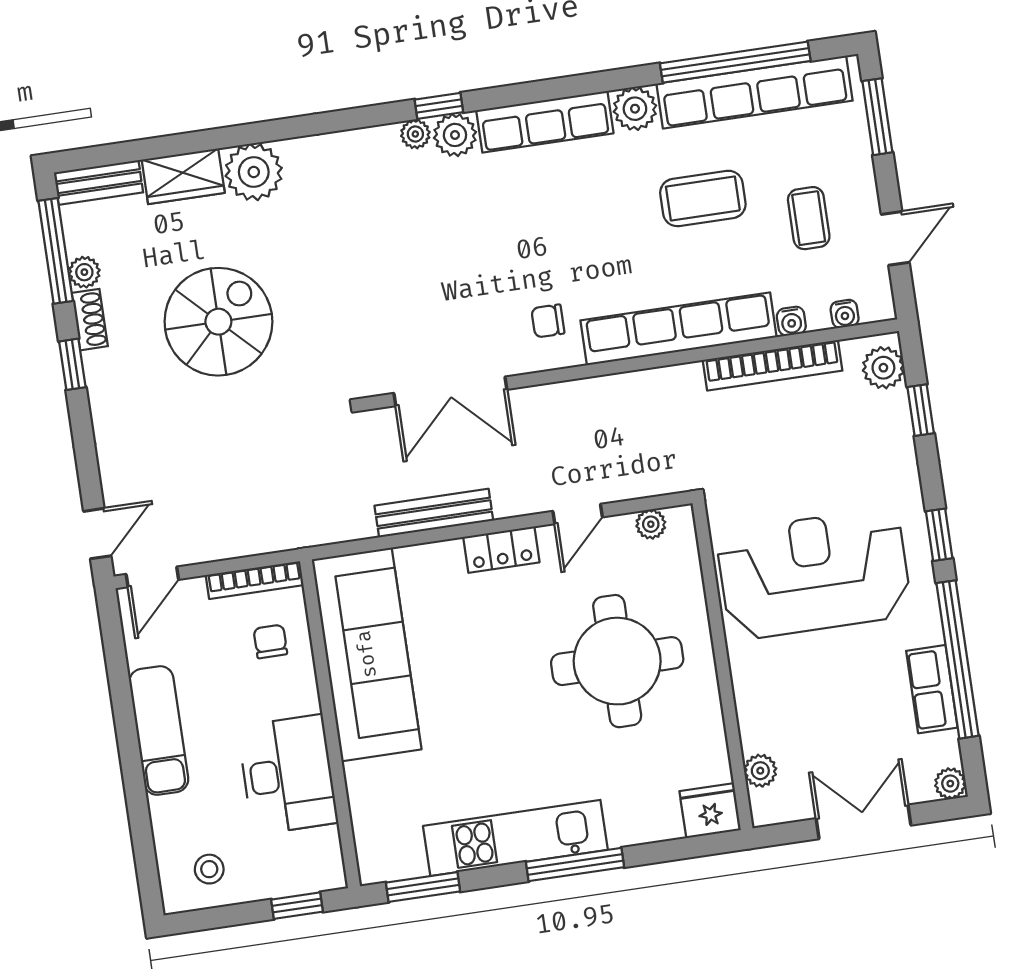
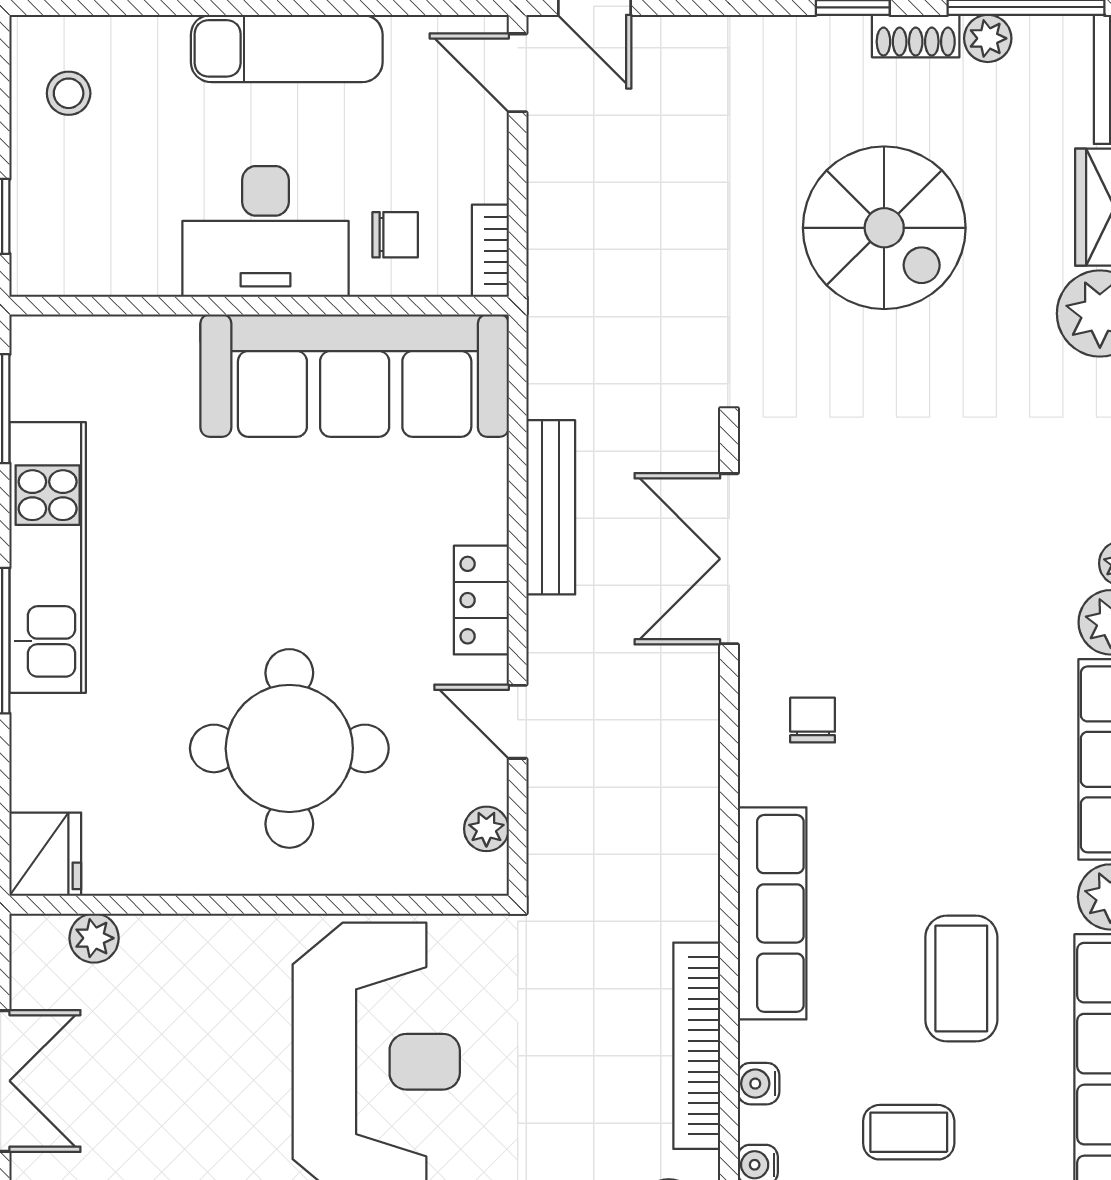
row of seats: (679, 329) -> (772, 913), width x0.73
bookcase: (255, 580) -> (490, 251), width x0.64
desk: (288, 775) -> (265, 231), moved

